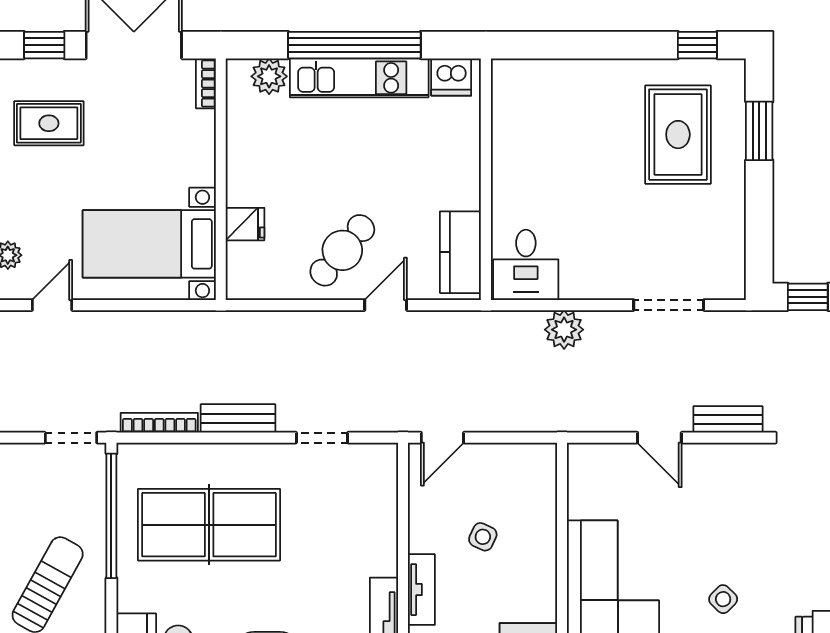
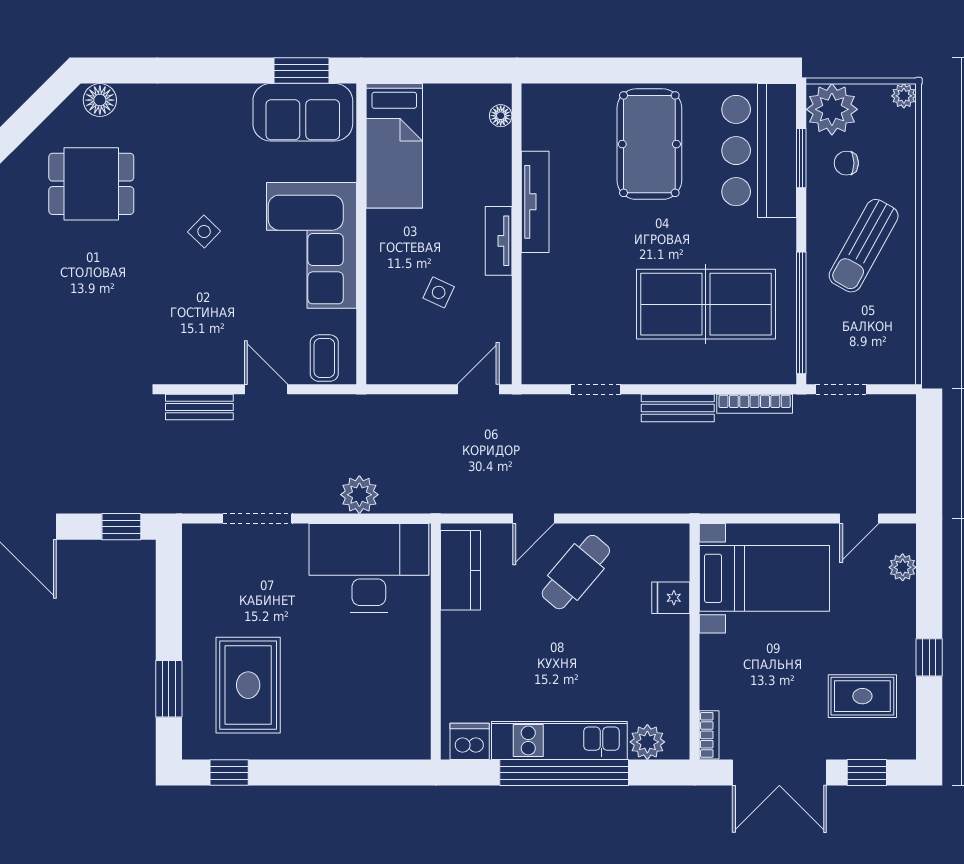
desk: (526, 265) -> (369, 568), width x1.87, depth x1.30
coffee table: (600, 470) -> (324, 358), added

